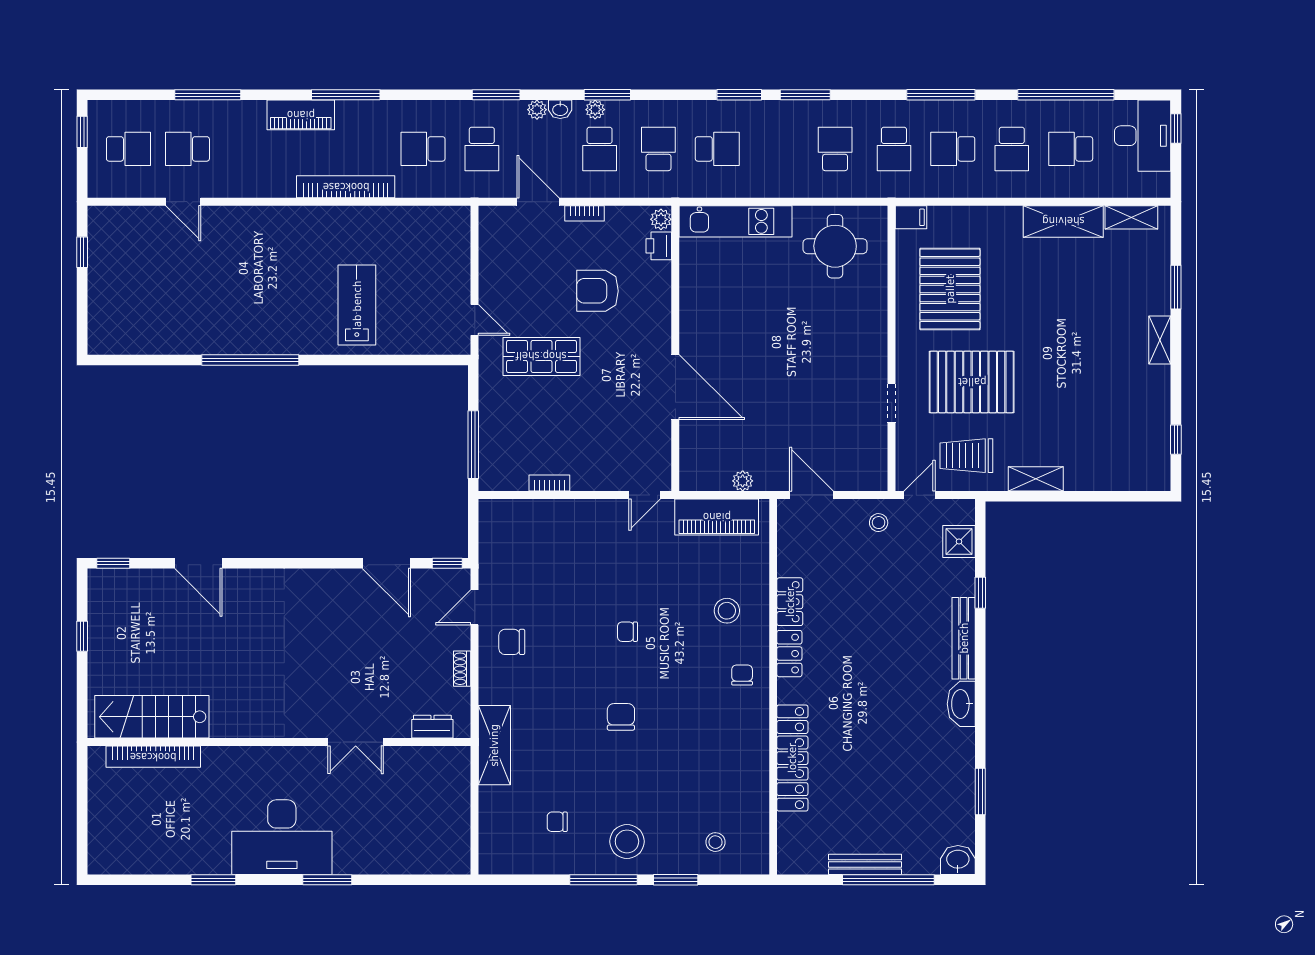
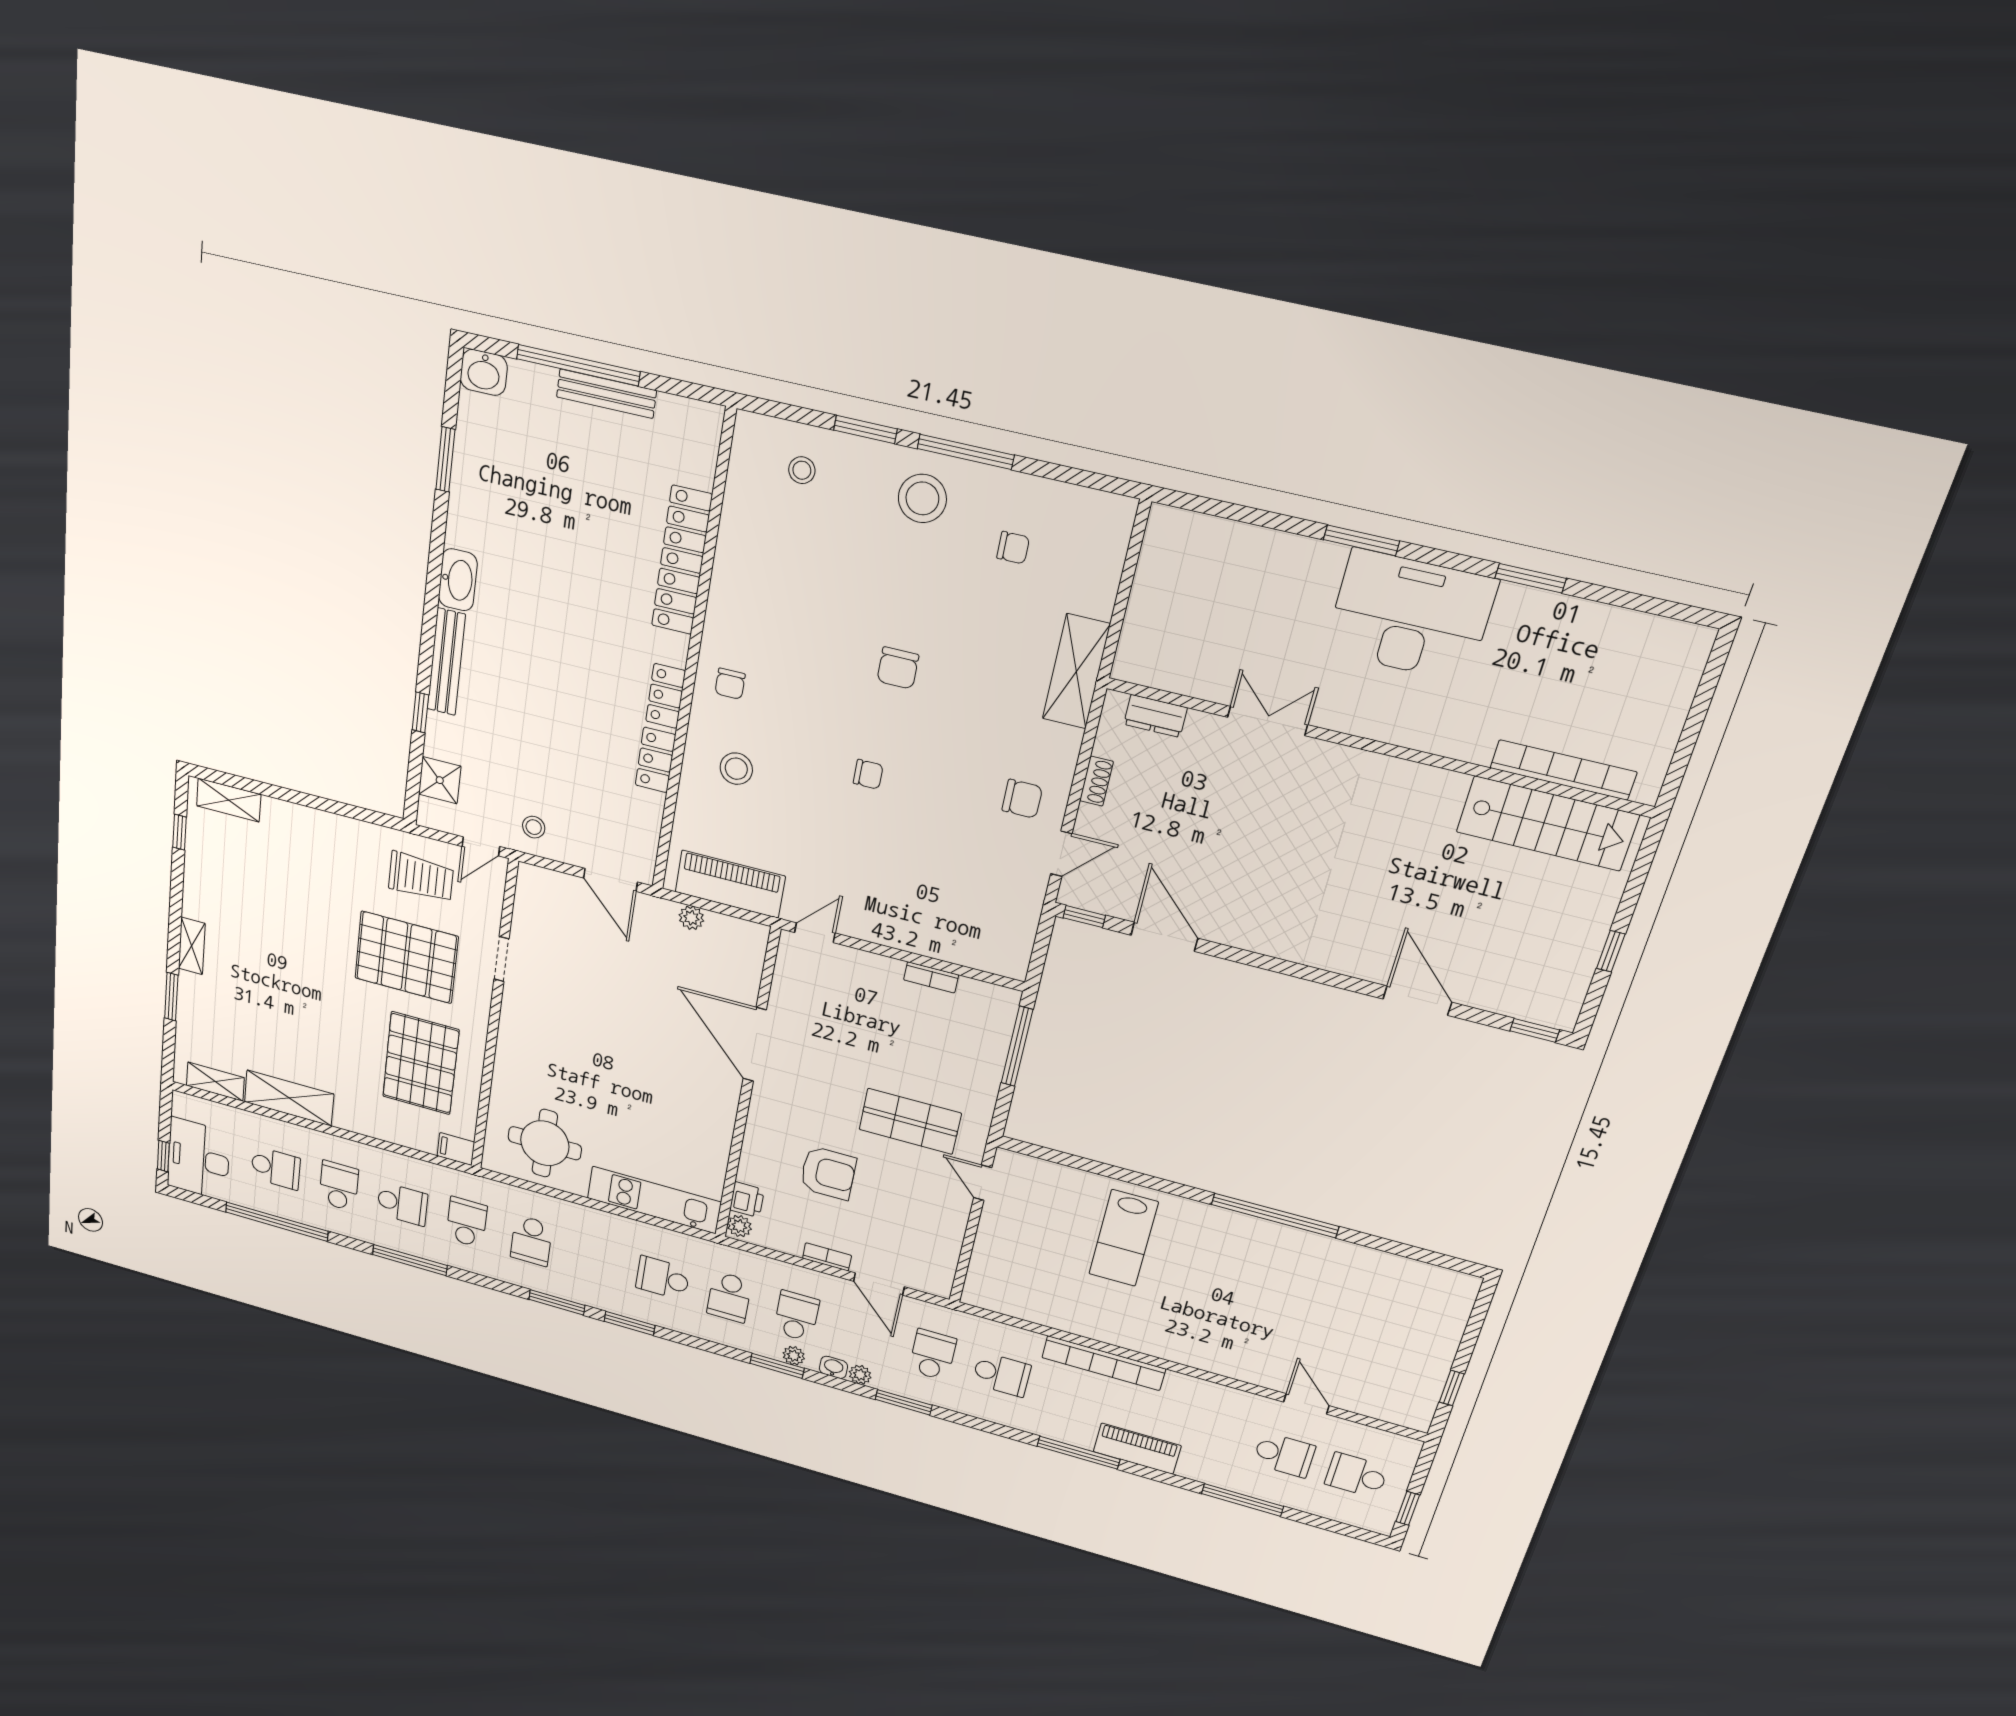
shelving: (1036, 479) -> (229, 800), moved

